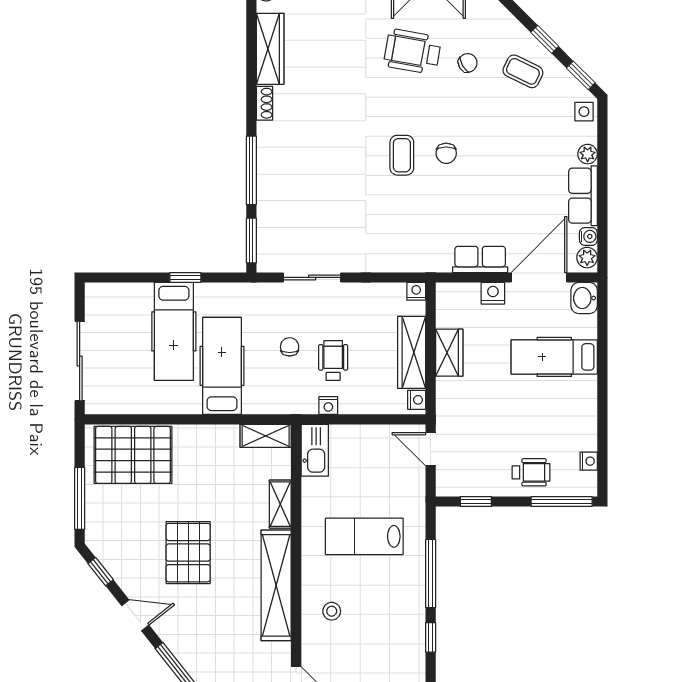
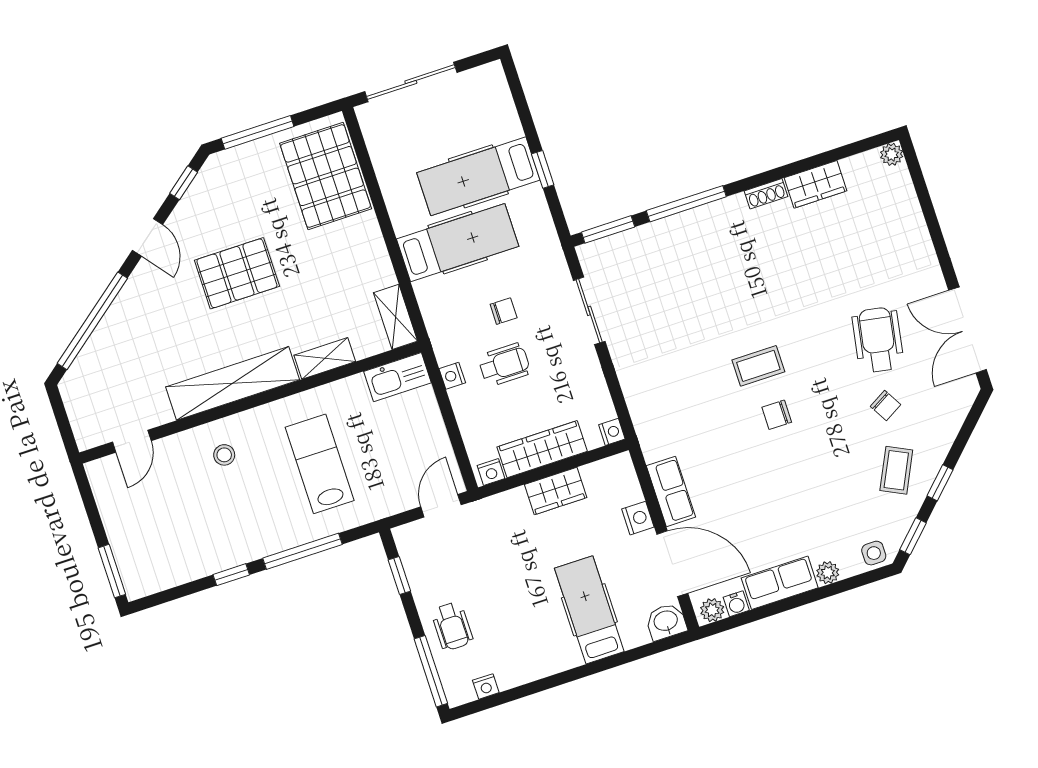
wardrobe: (270, 49) -> (815, 184), width x0.67

